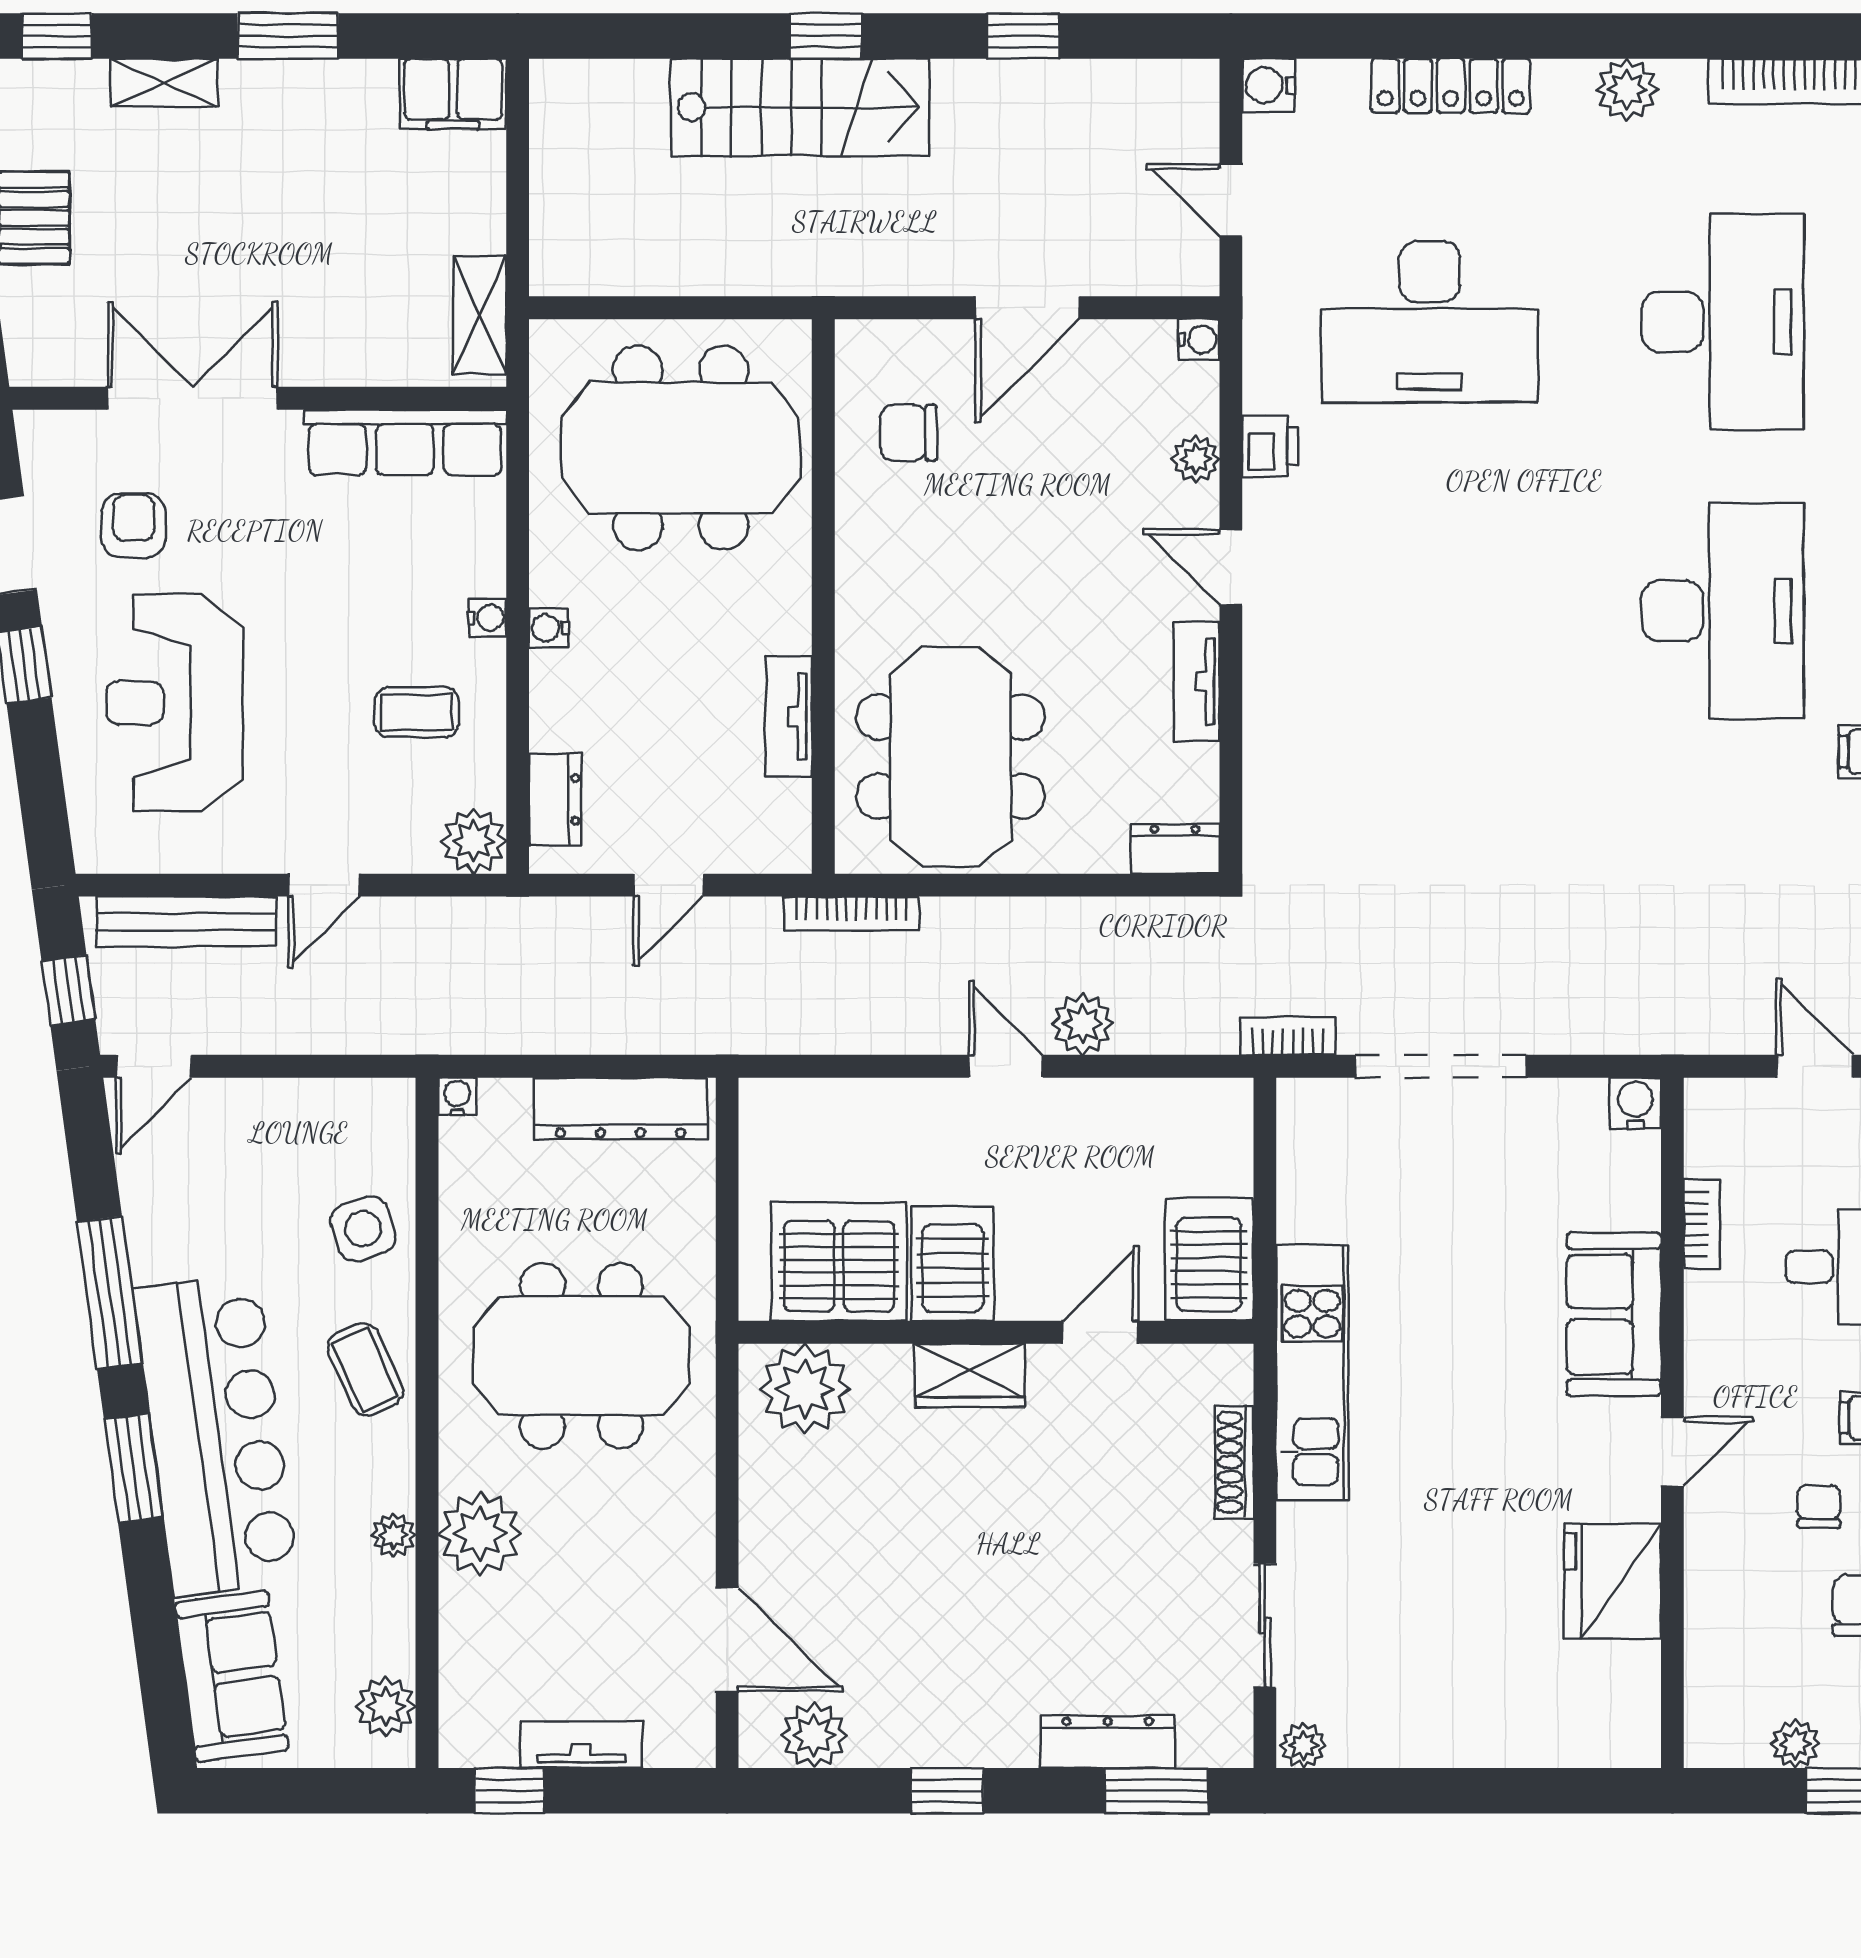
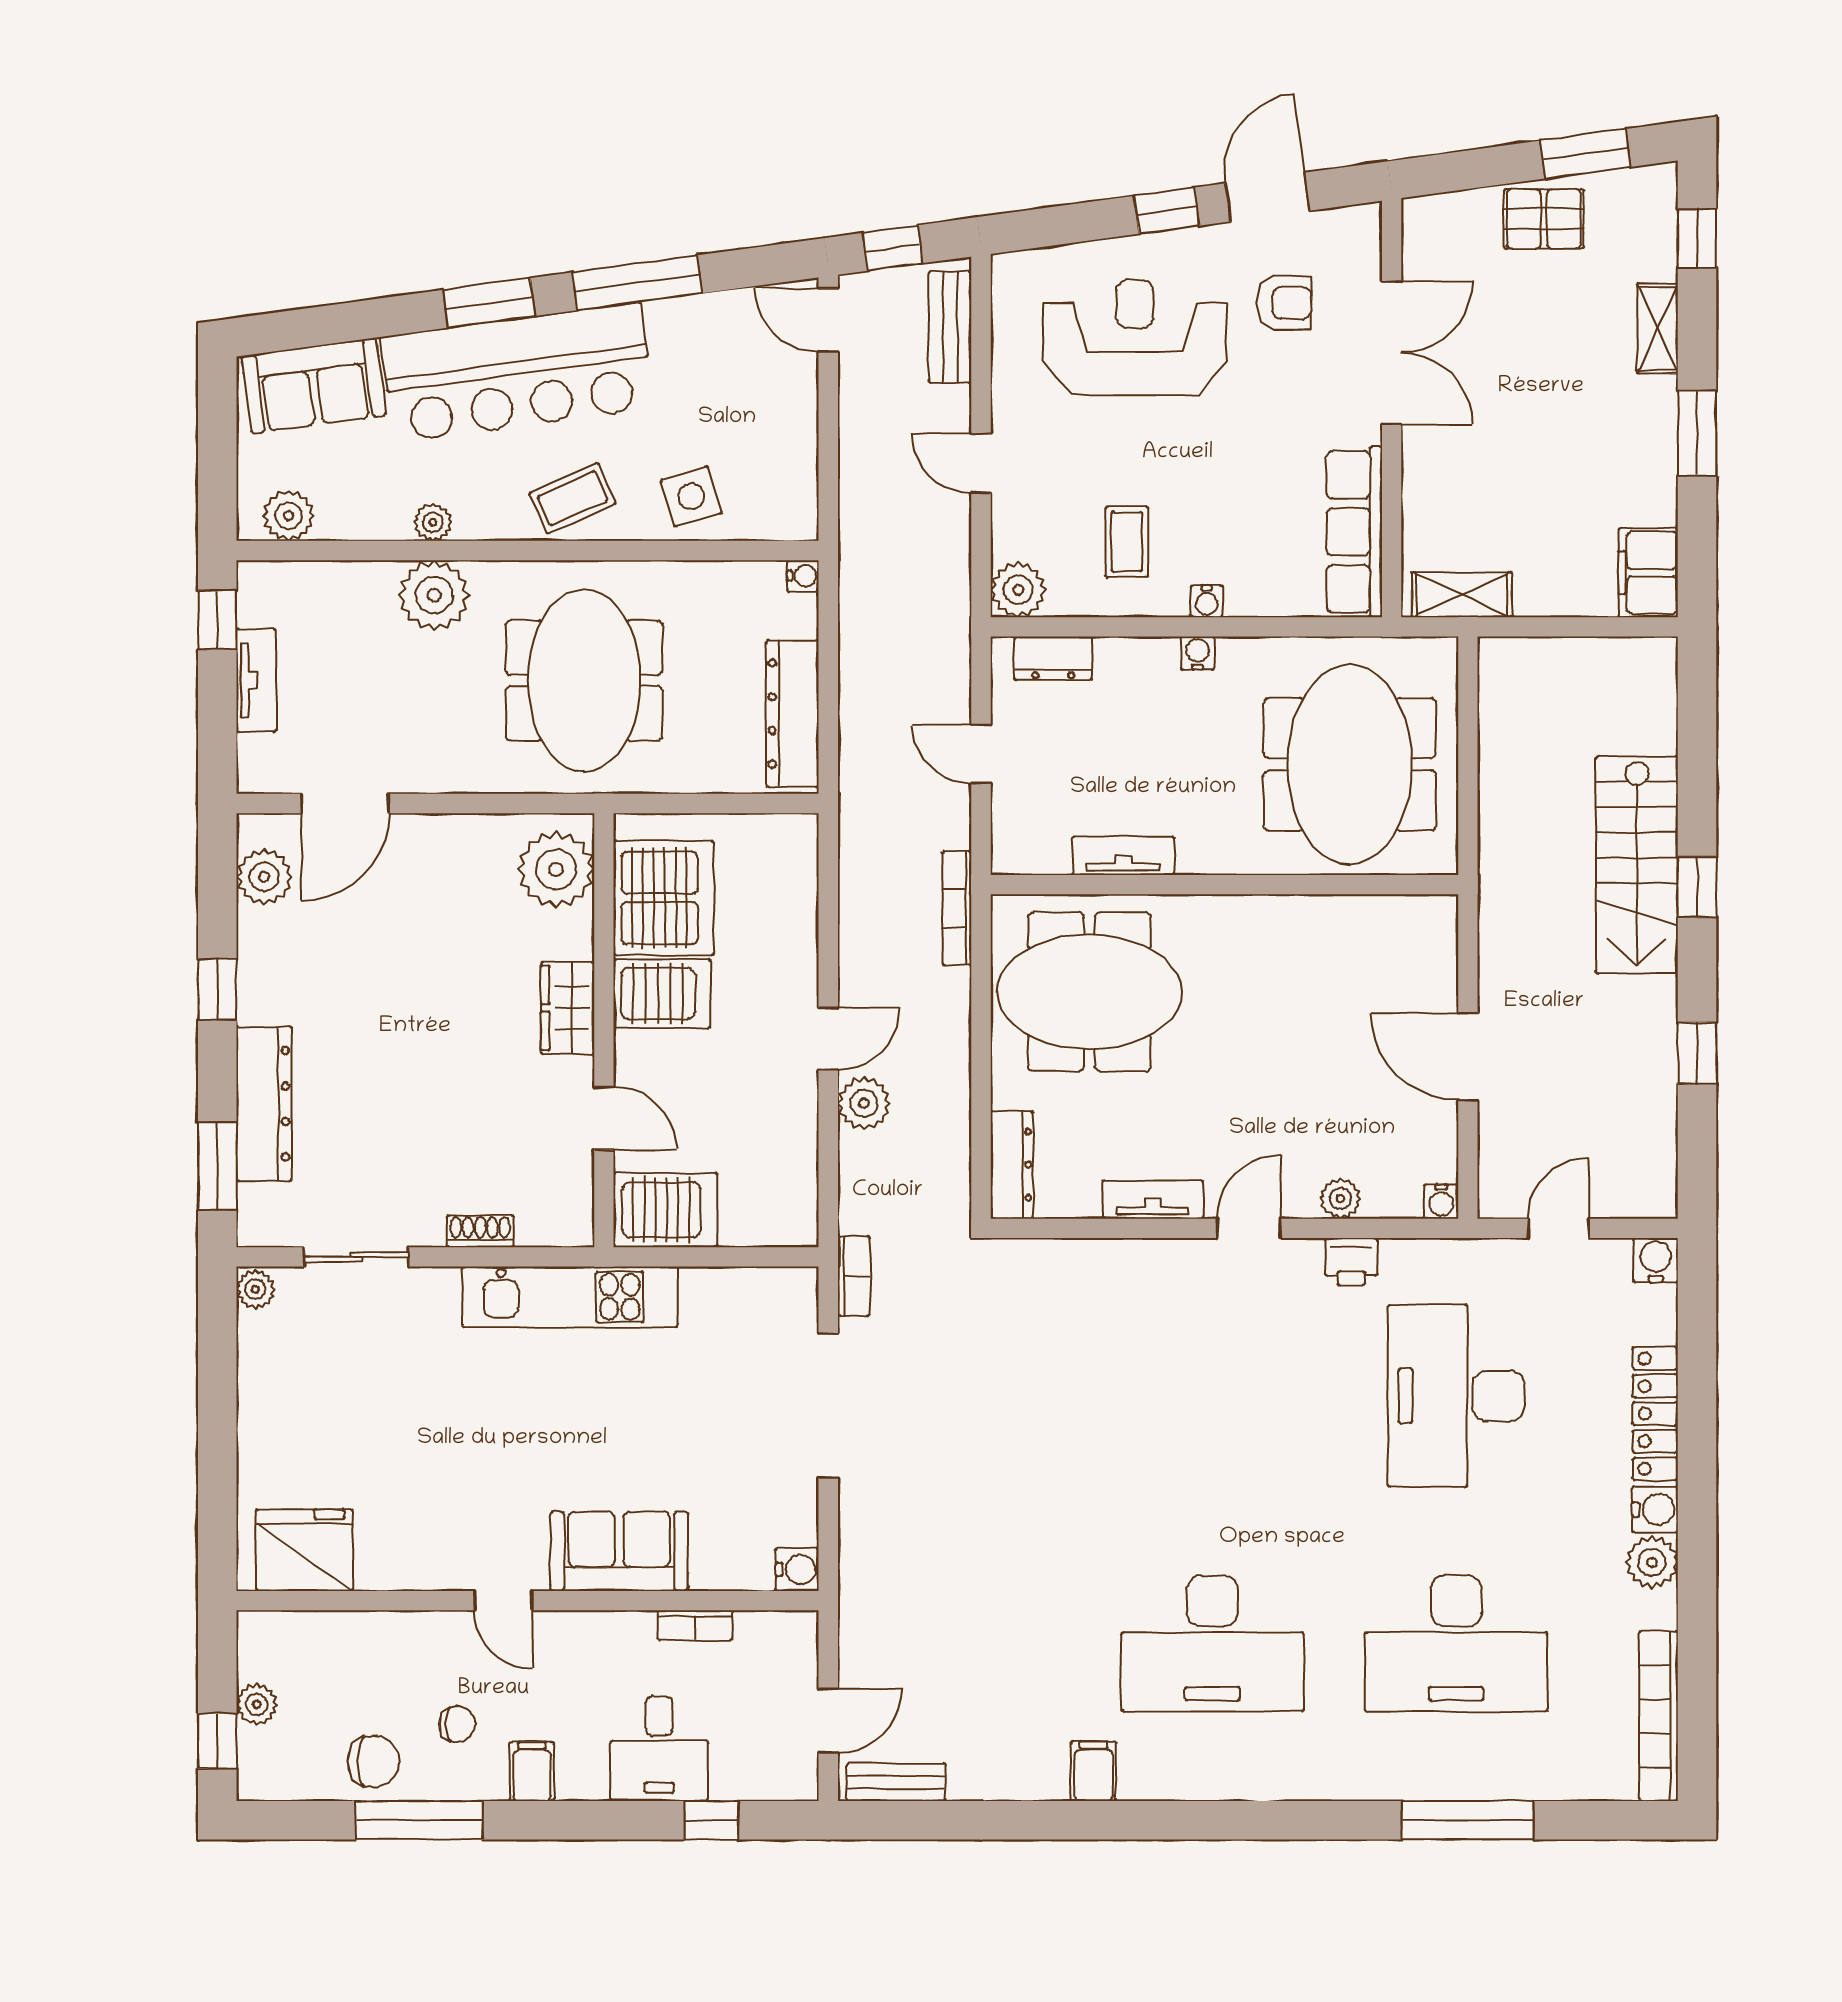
water cooler: (1564, 86) -> (1655, 1510), added
chair: (909, 433) -> (1363, 957), removed
dresser: (1175, 849) -> (1012, 1165), width x1.44
bench: (186, 922) -> (950, 327), width x0.73
shoe rack: (1234, 1462) -> (480, 1231), width x0.70
fridge: (1613, 1581) -> (304, 1550), moved
dresser: (1108, 1742) -> (264, 1104), width x1.37, depth x1.24

